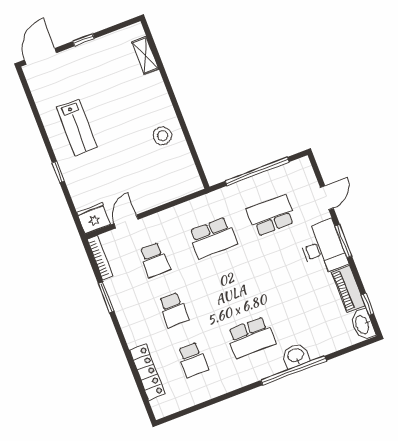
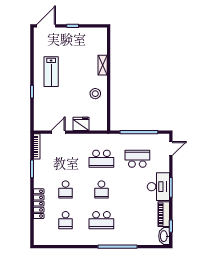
shelving: (145, 55) -> (103, 65), moved
door: (327, 198) -> (171, 149), moved
fridge: (94, 218) -> (81, 124), moved
school desk: (154, 260) -> (101, 189), moved
washbasin: (296, 356) -> (122, 239), removed
locker: (147, 372) -> (39, 204), moved

